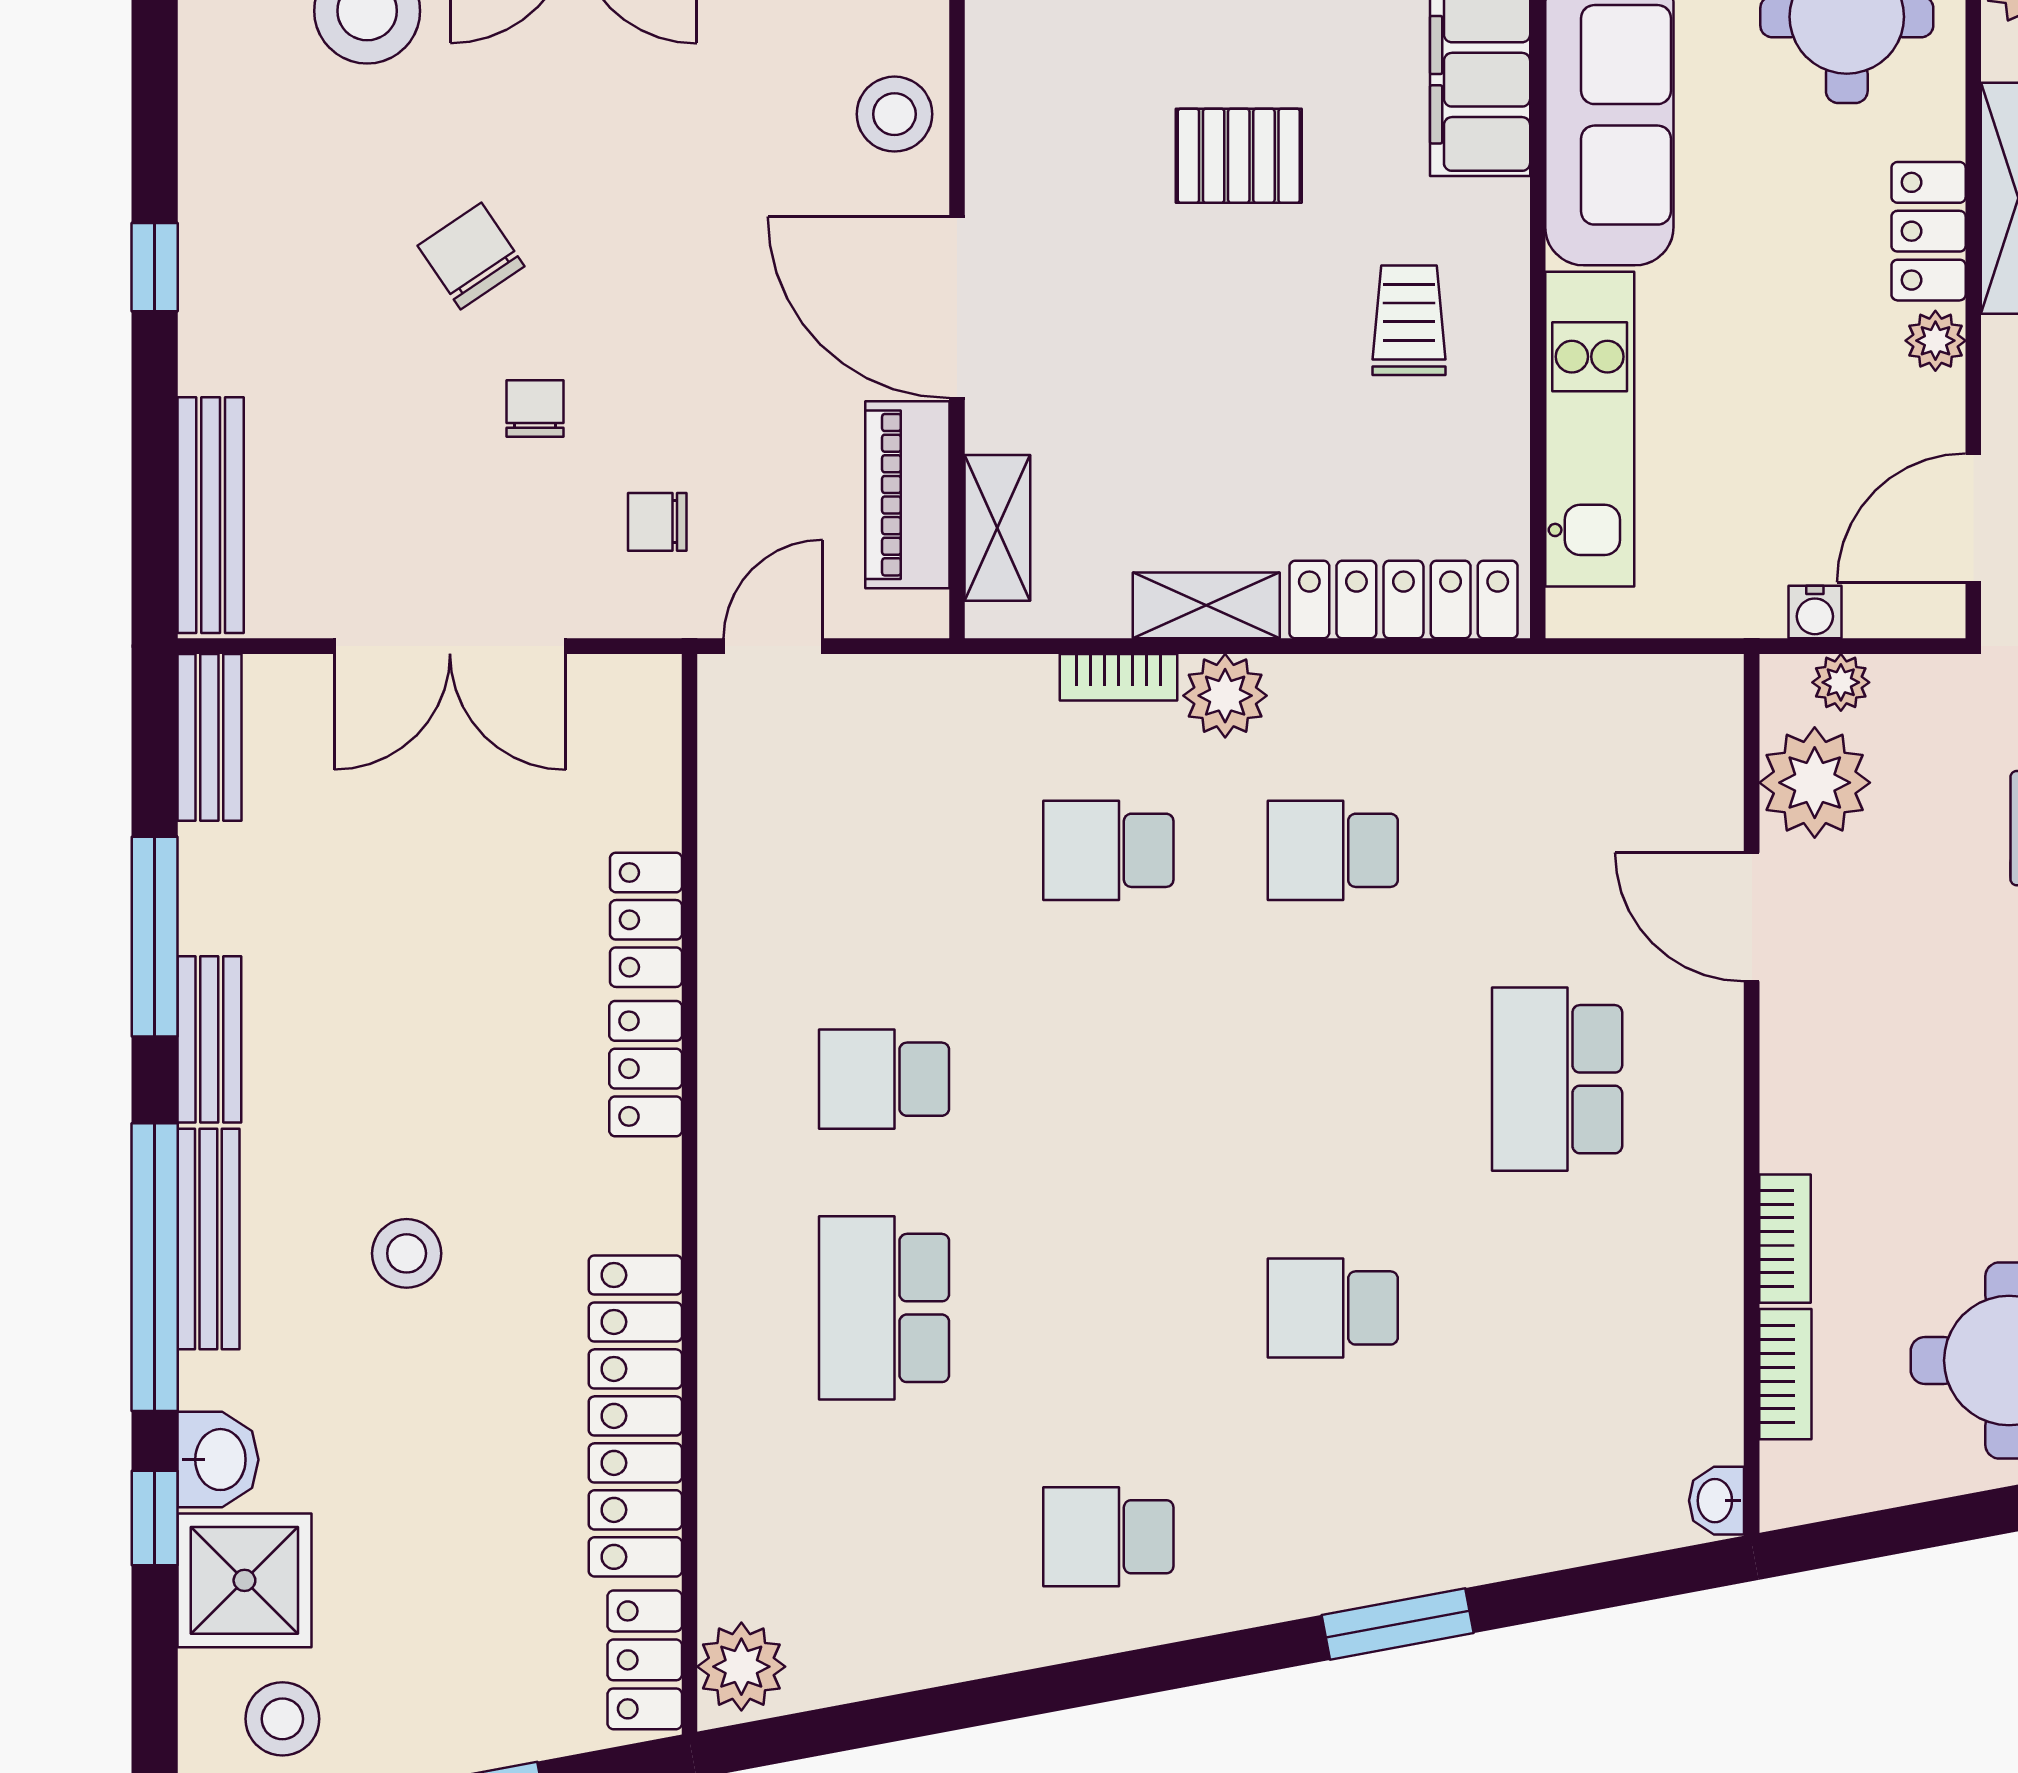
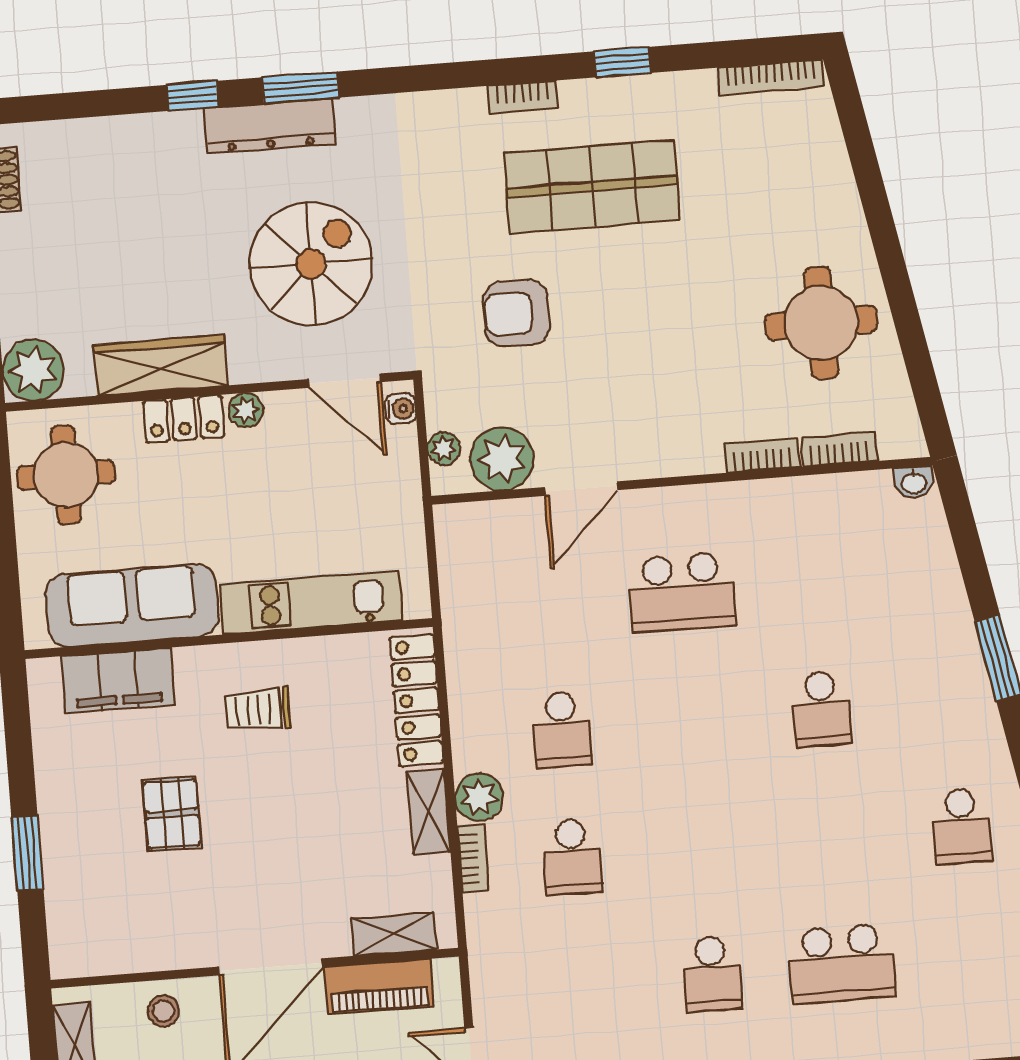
stool: (894, 114) -> (164, 1011), width x0.73, depth x0.73
water cooler: (1815, 612) -> (401, 409), moved

